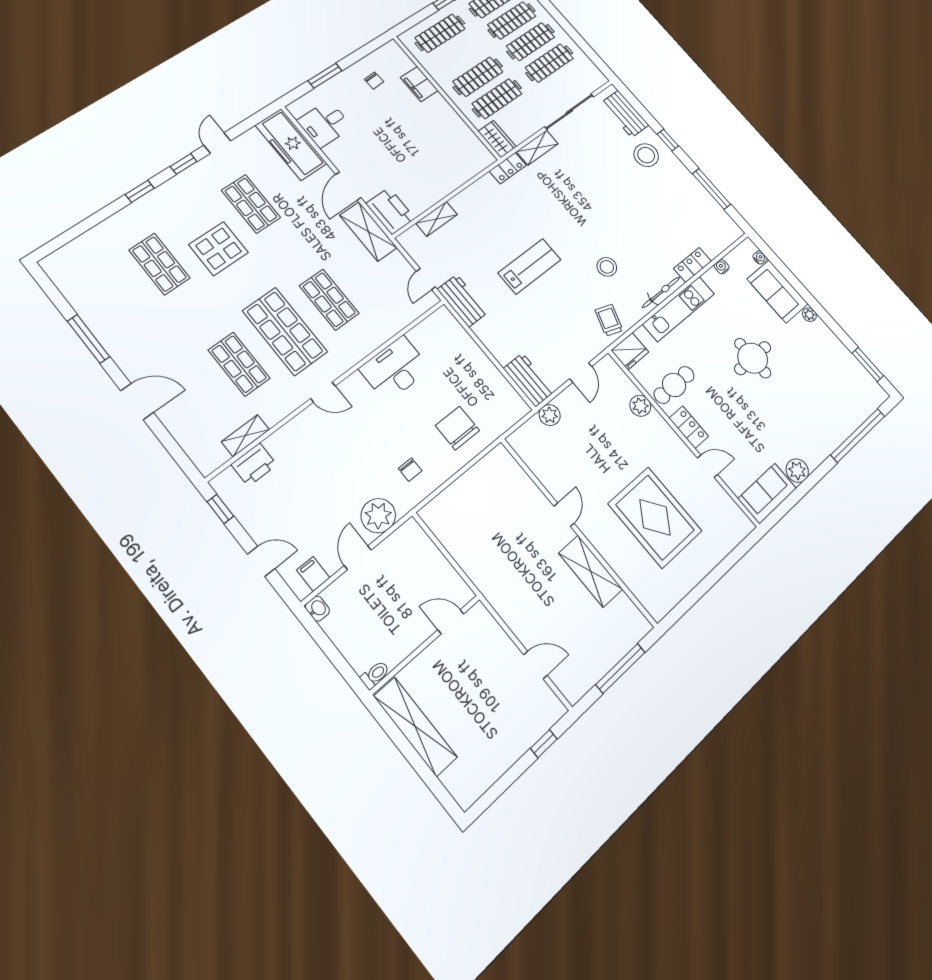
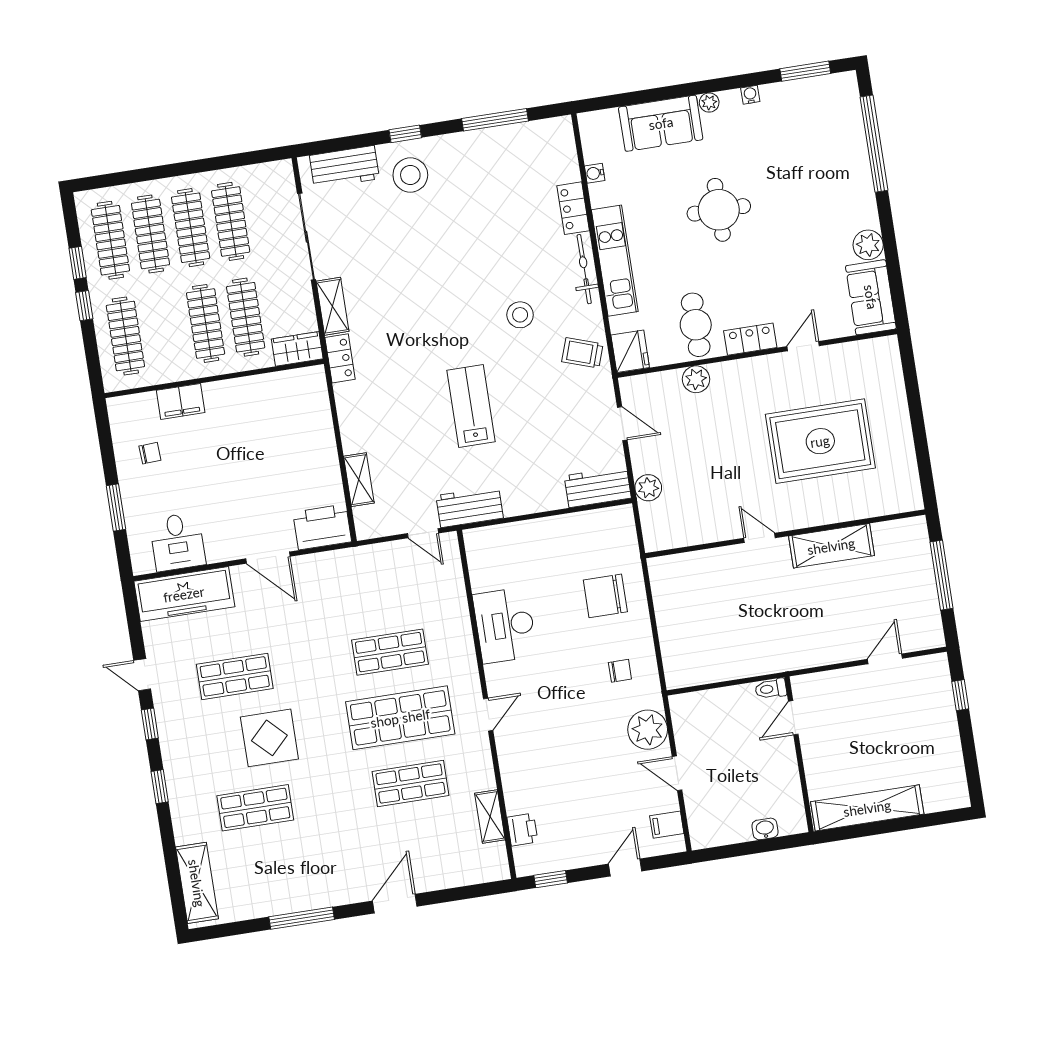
shelving: (368, 231) -> (197, 883), moved, turned 90
water cooler: (760, 257) -> (750, 95), moved
printer: (254, 465) -> (522, 830), width x0.73, depth x0.81
washbasin: (317, 609) -> (765, 829), moved
toilet: (375, 675) -> (771, 689), moved, turned -90

